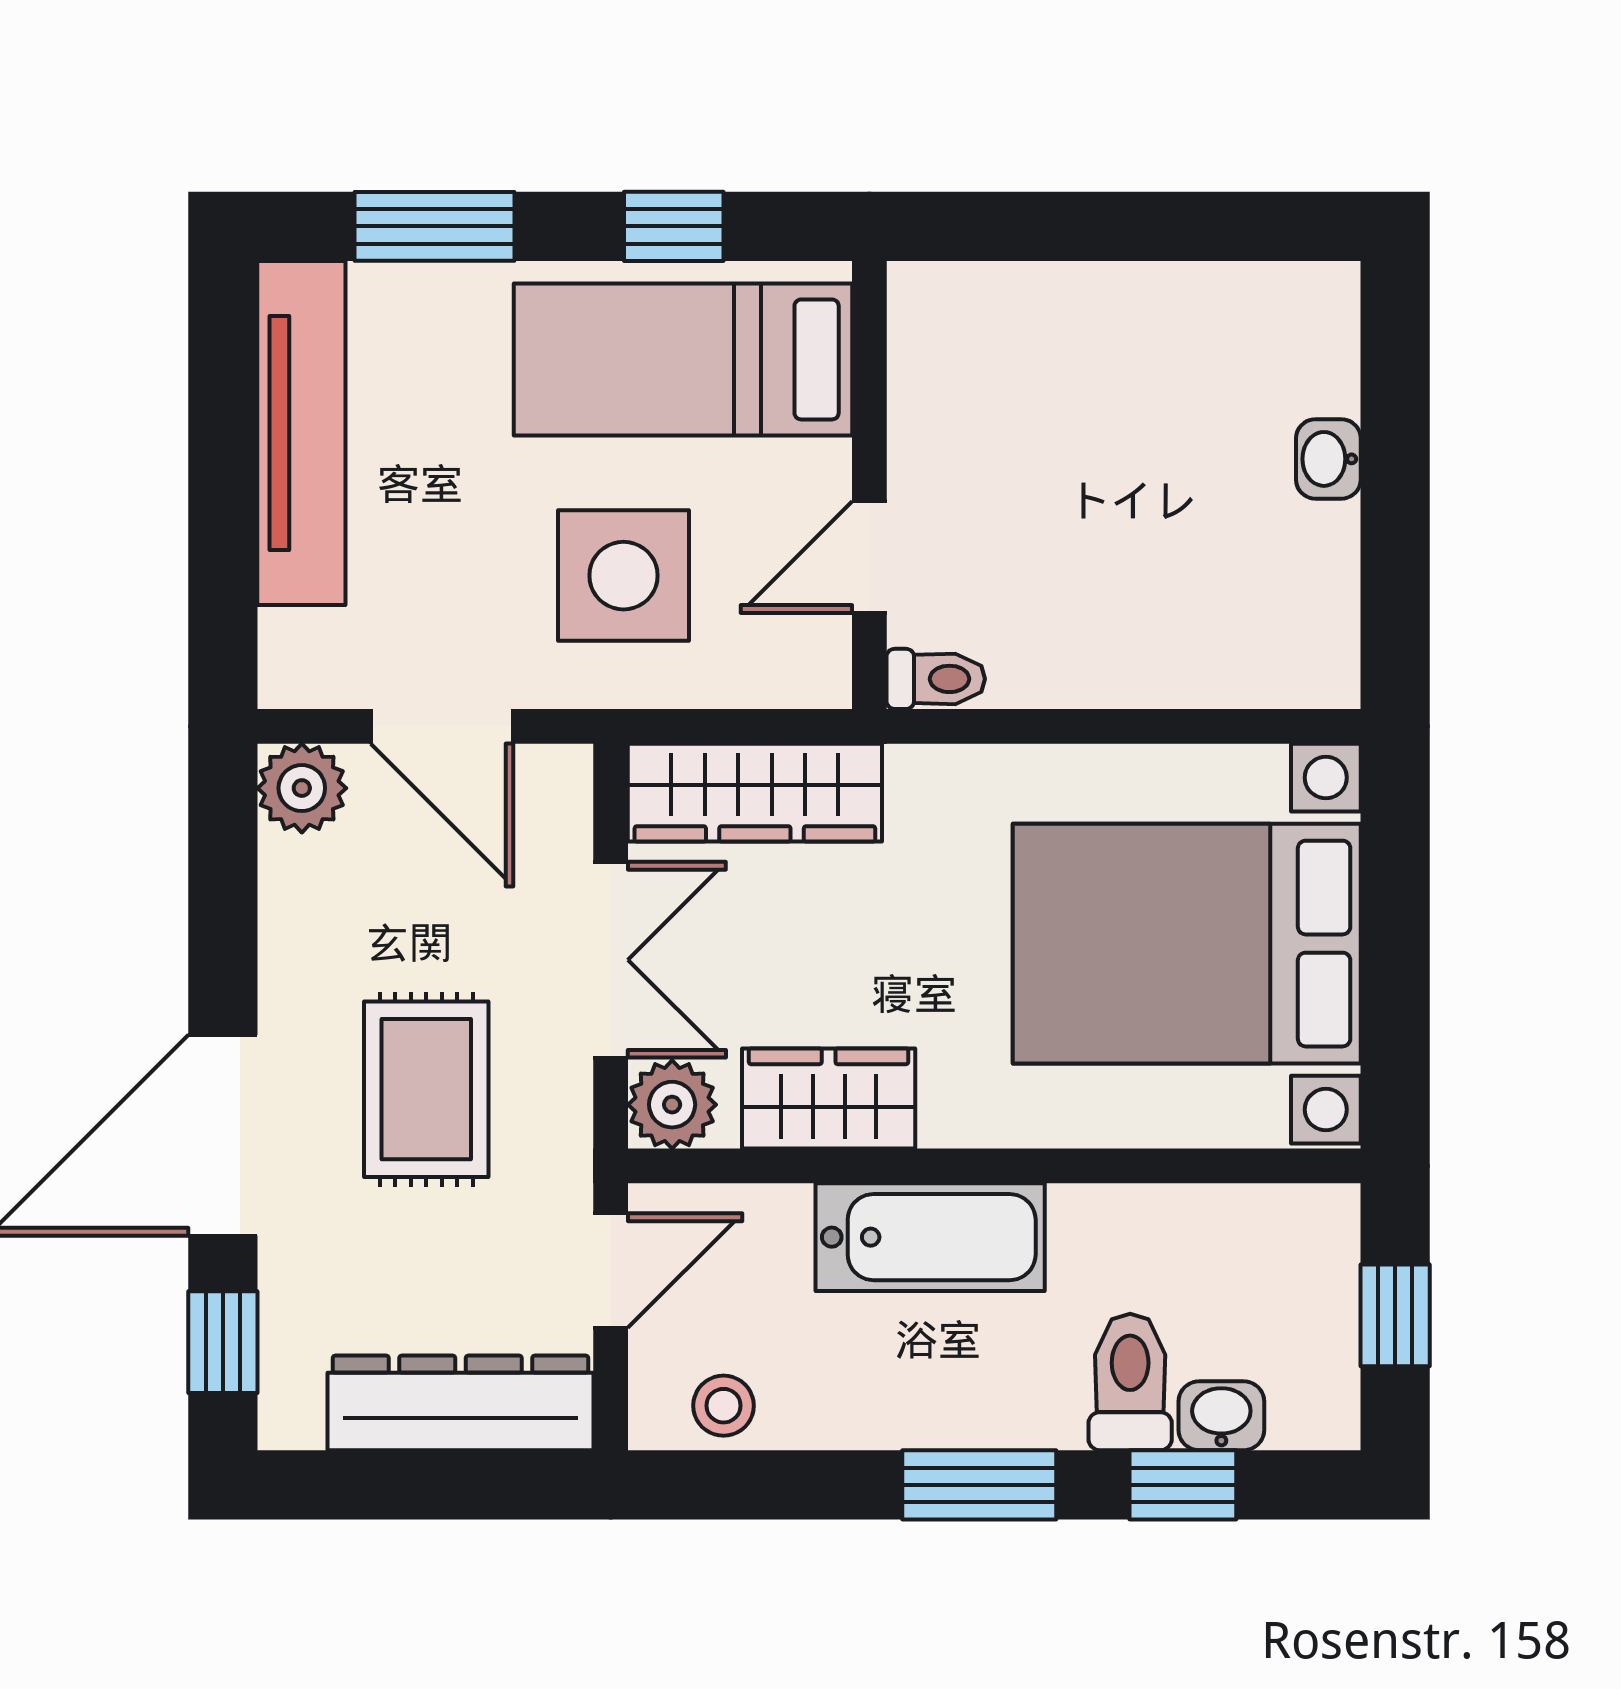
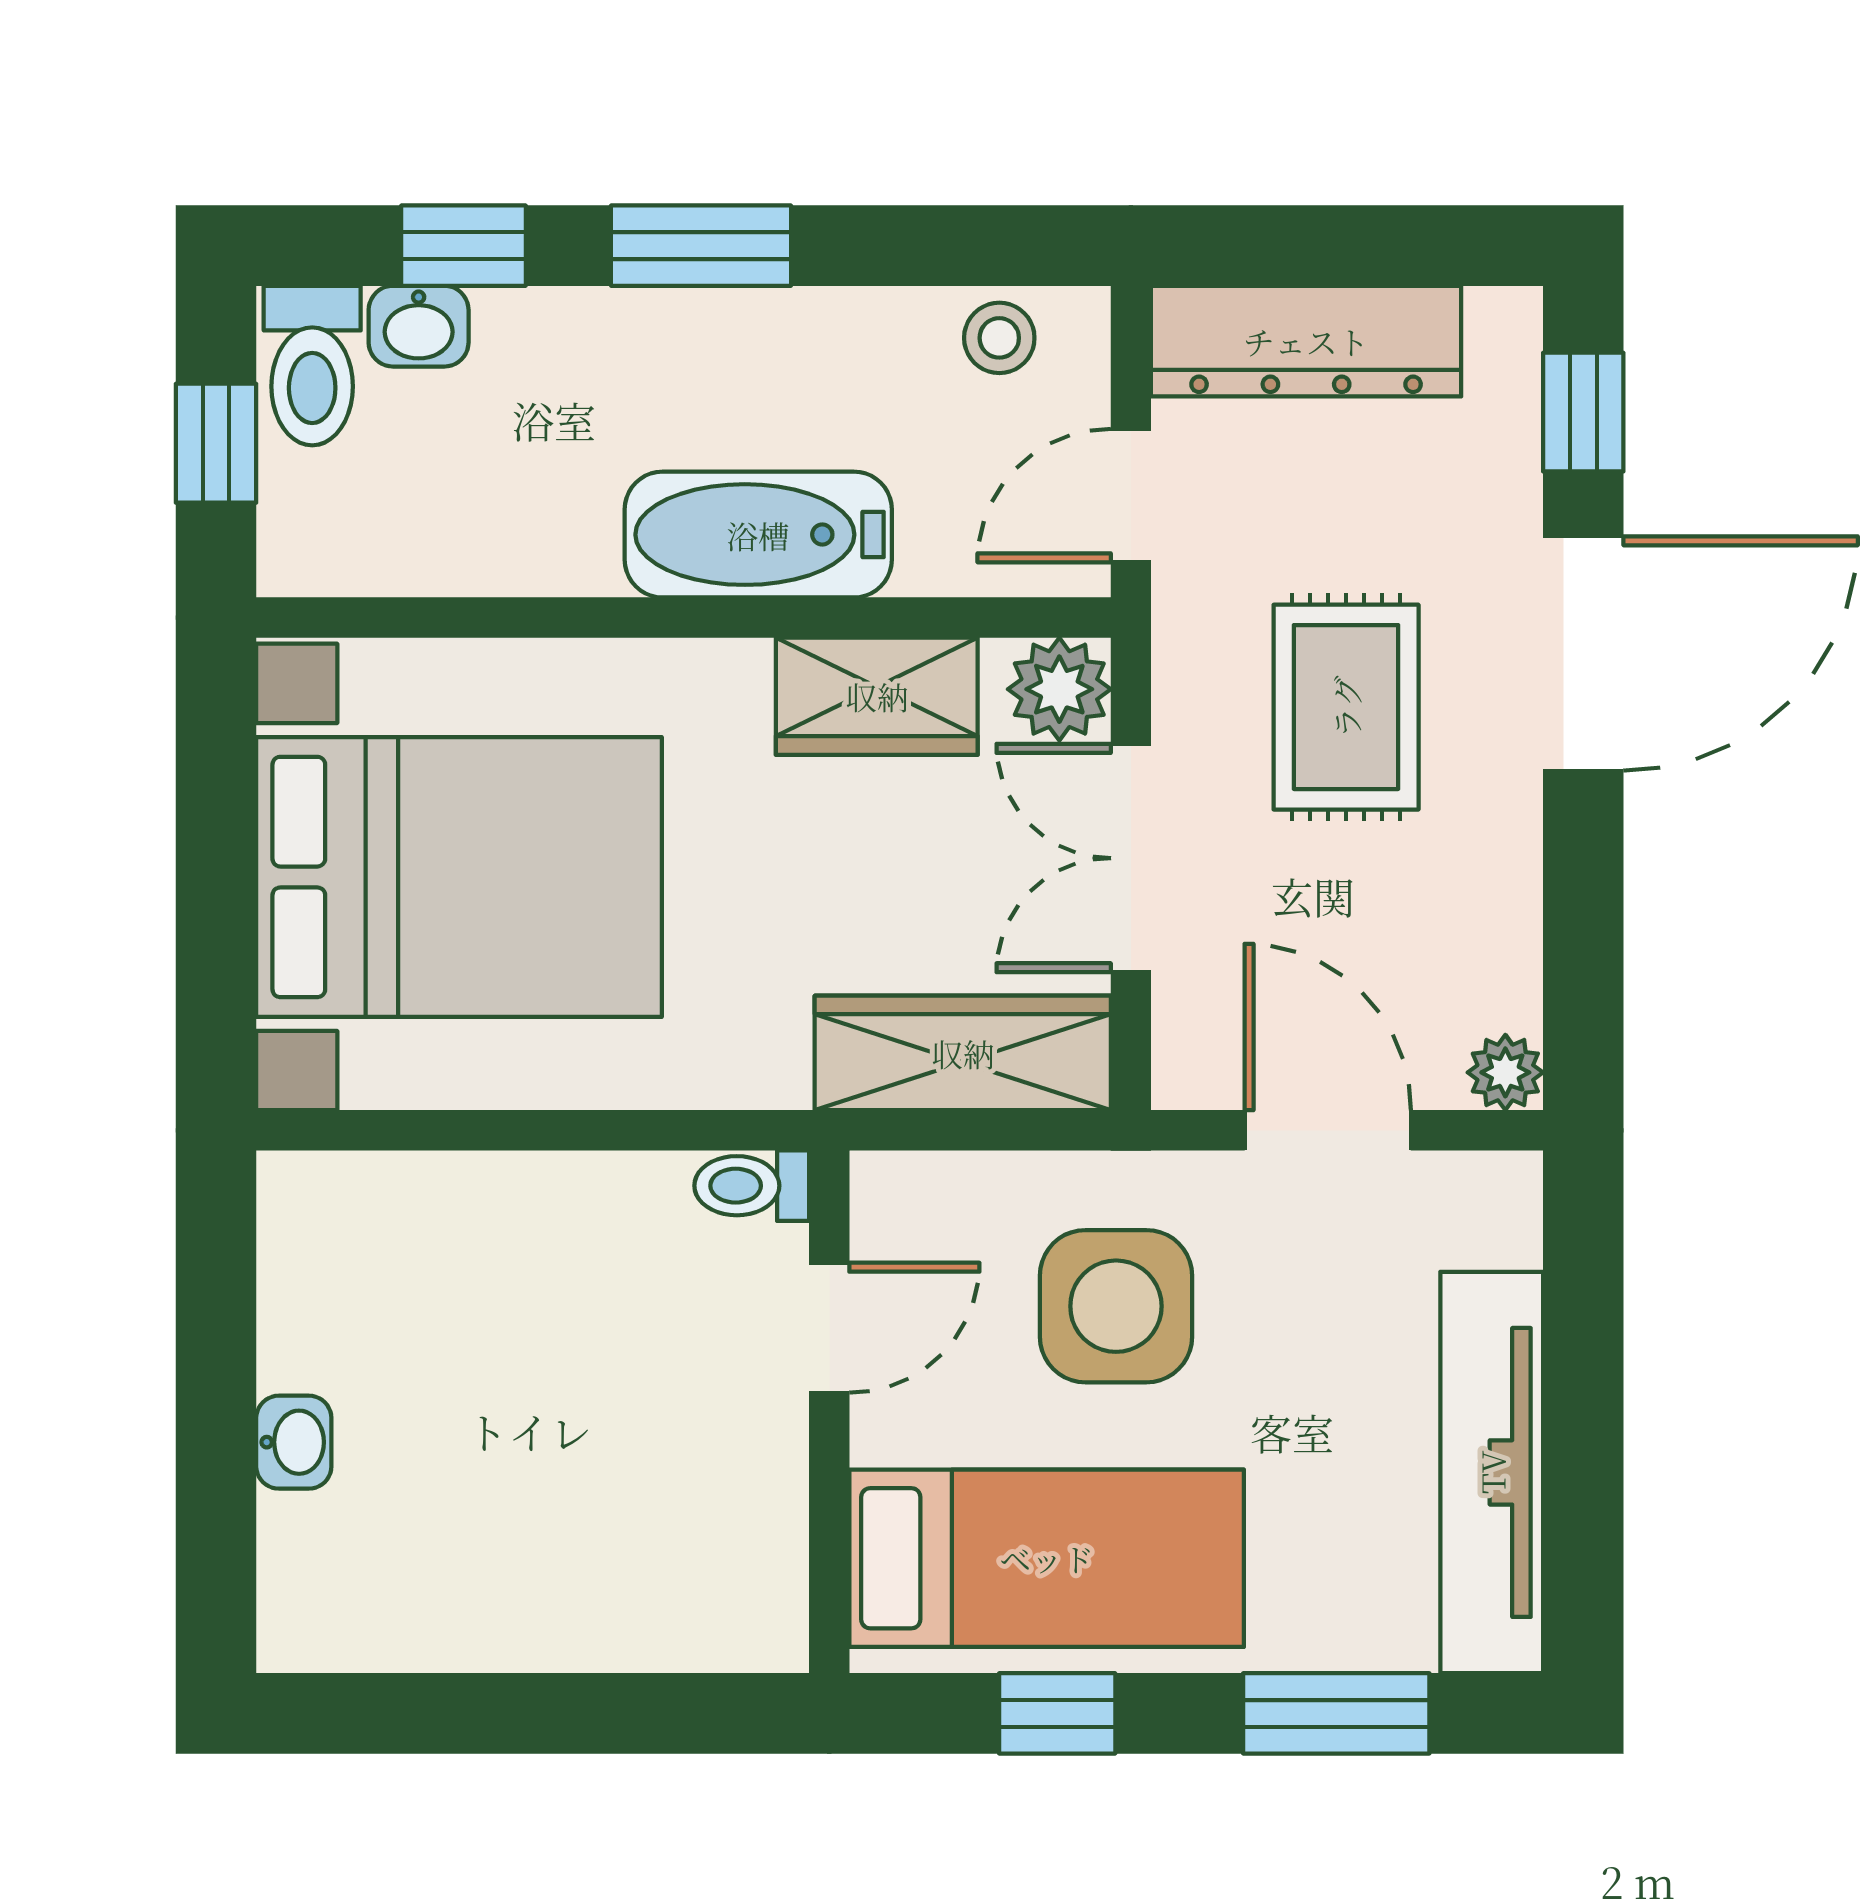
plant: (302, 788) -> (1505, 1072), width x0.73, depth x0.73
toilet: (1130, 1382) -> (312, 366), moved

